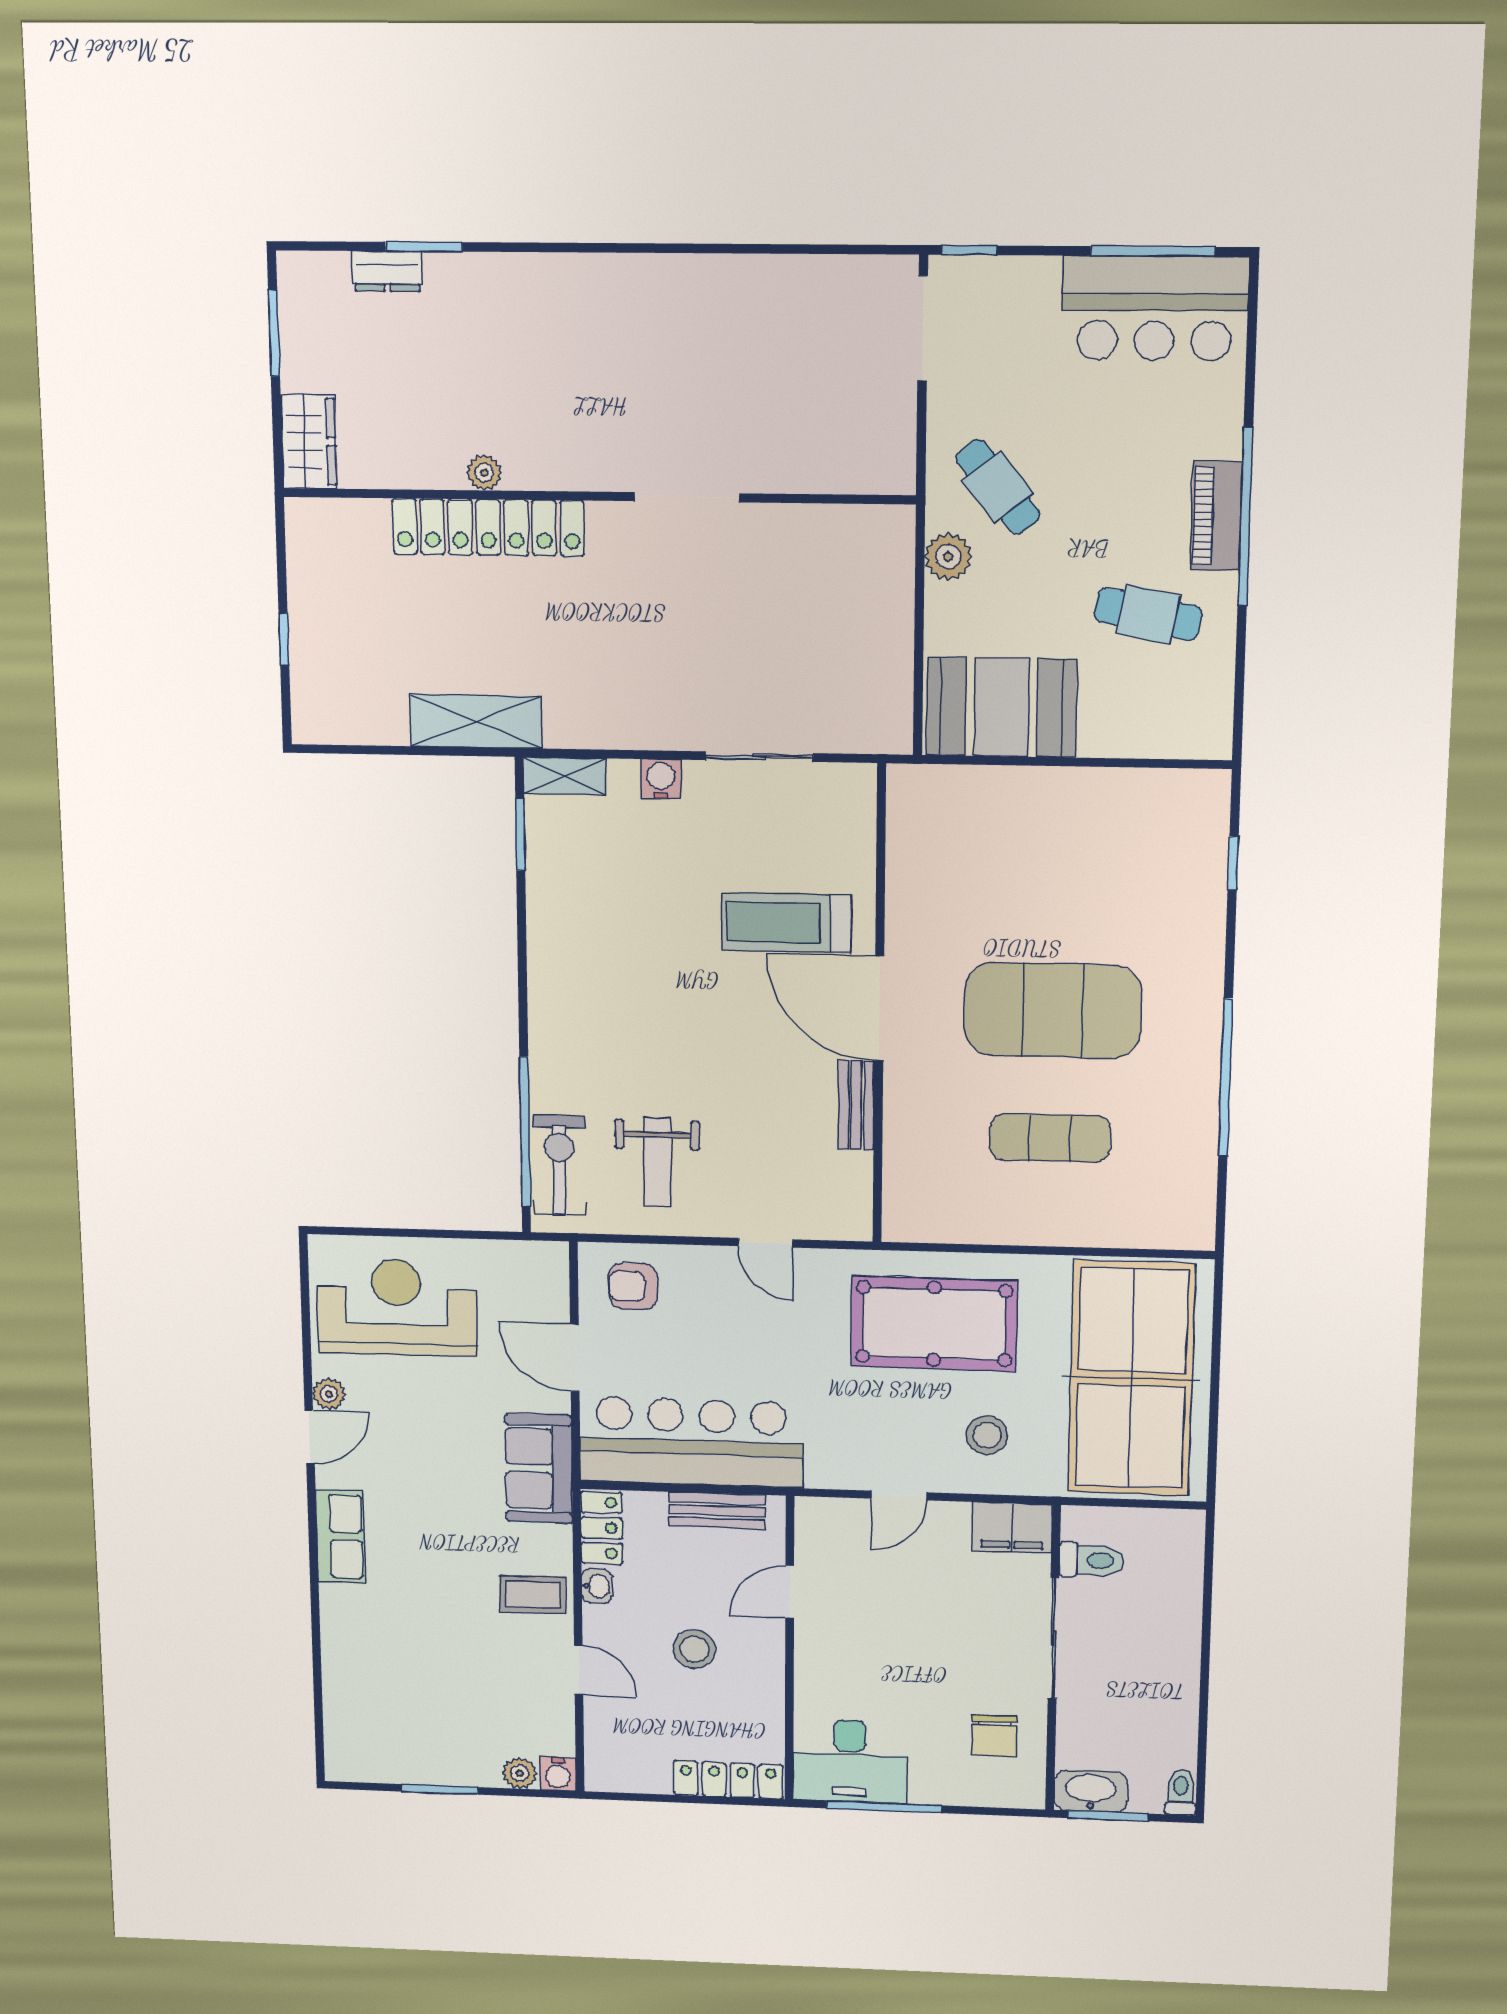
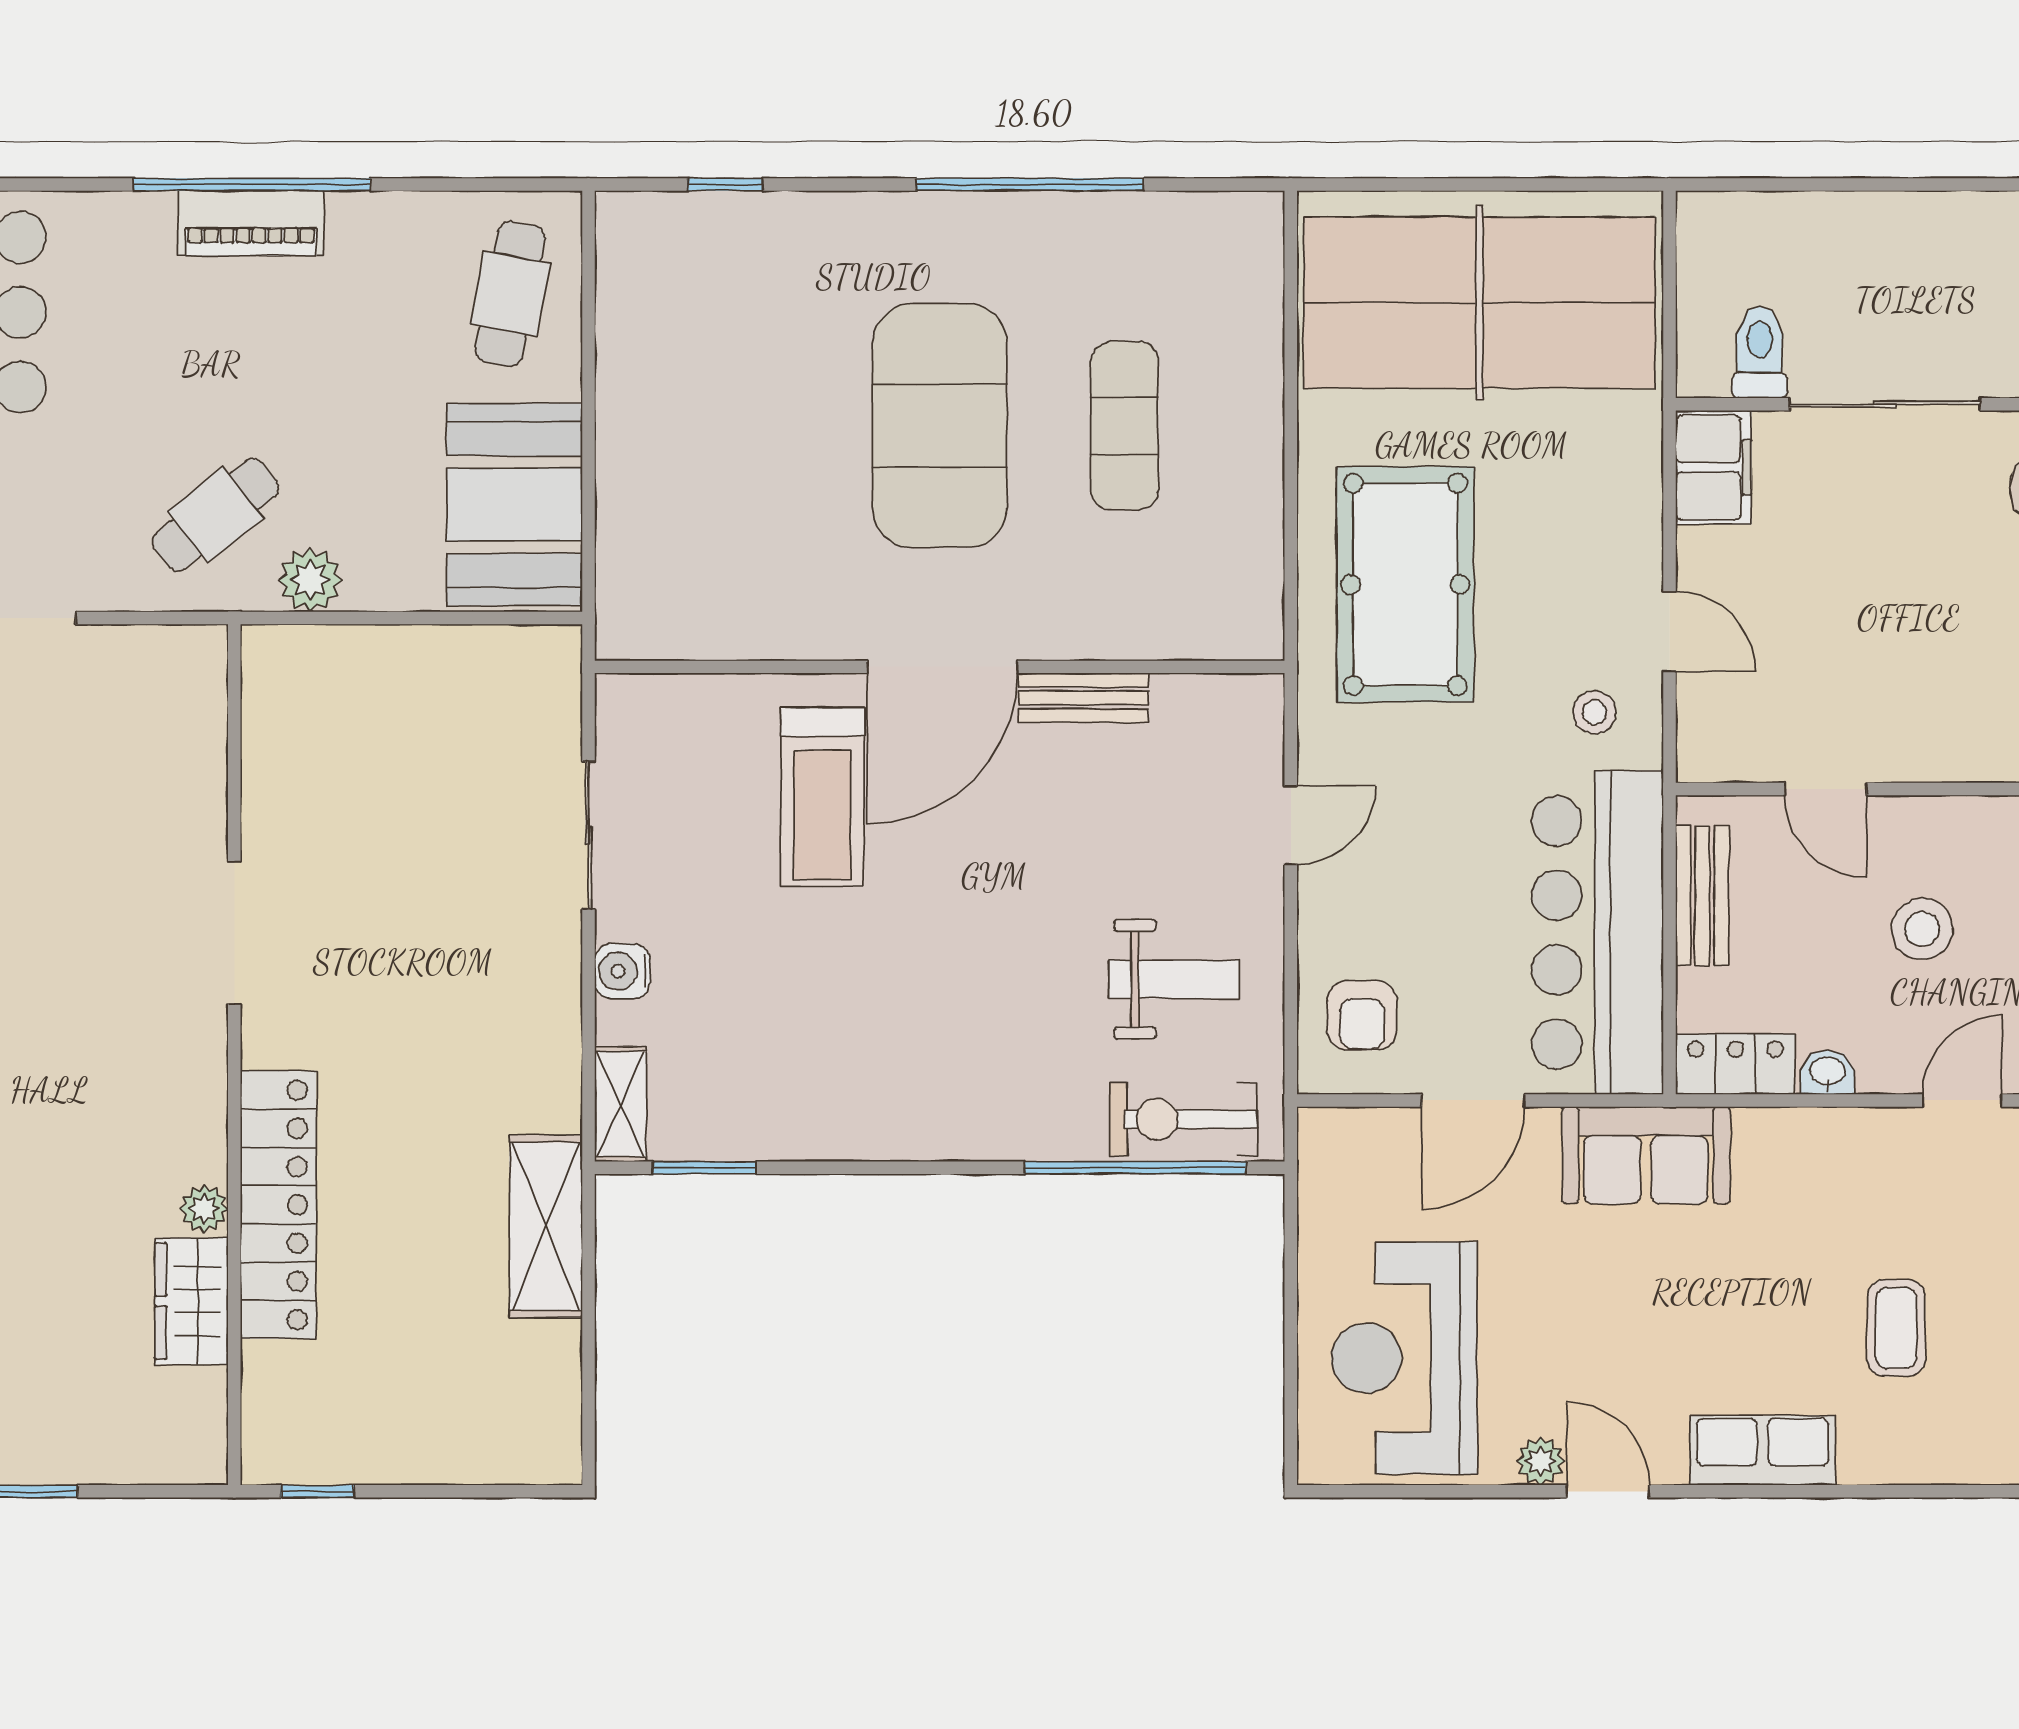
wardrobe: (309, 442) -> (191, 1301), moved, turned -90
cafe table: (1148, 614) -> (510, 294), moved
window: (284, 640) -> (317, 1491), moved
stool: (987, 1435) -> (1594, 712), moved, width x0.73, depth x0.73
coffee table: (533, 1595) -> (1896, 1328), moved

